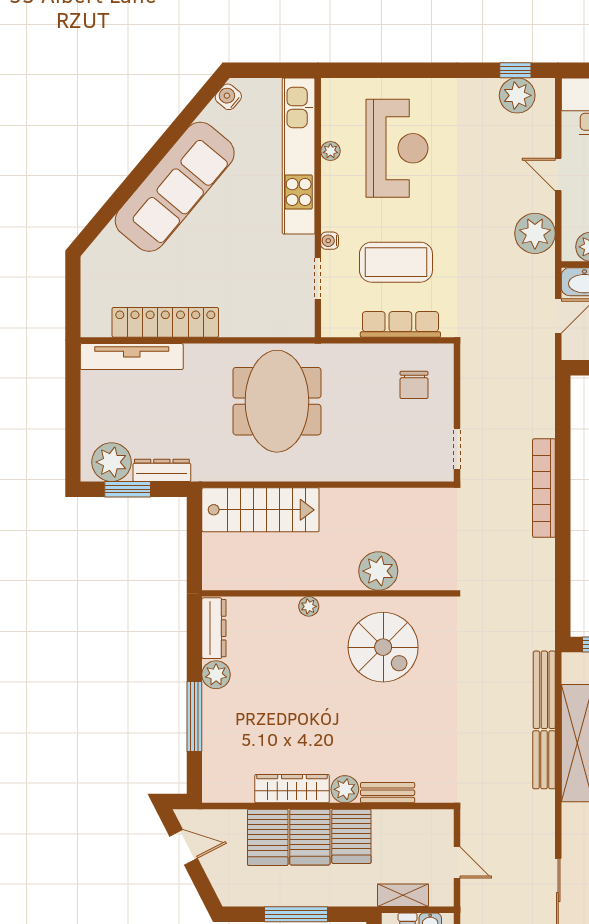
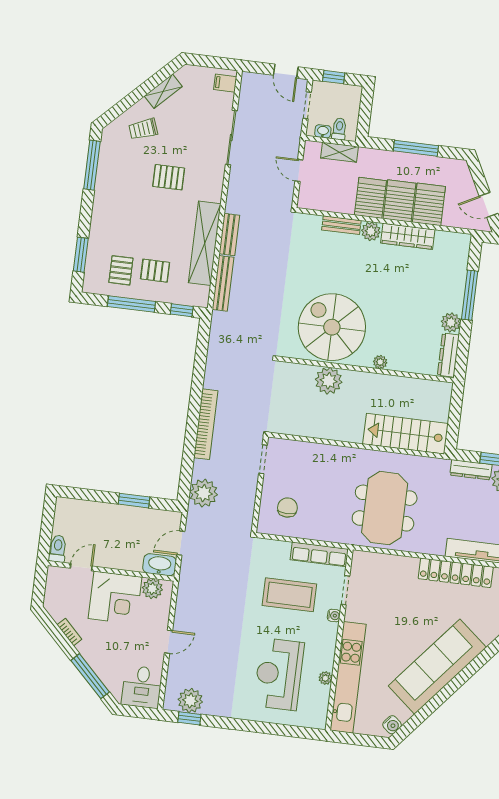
door: (558, 175) -> (169, 642), hinge flipped
plant: (535, 233) -> (204, 493), moved
row of seats: (400, 324) -> (319, 554), moved
spiral stairs: (383, 647) -> (332, 327), width x1.37, depth x1.37

